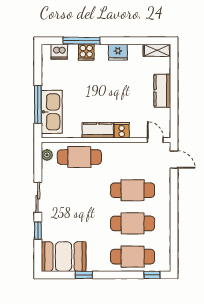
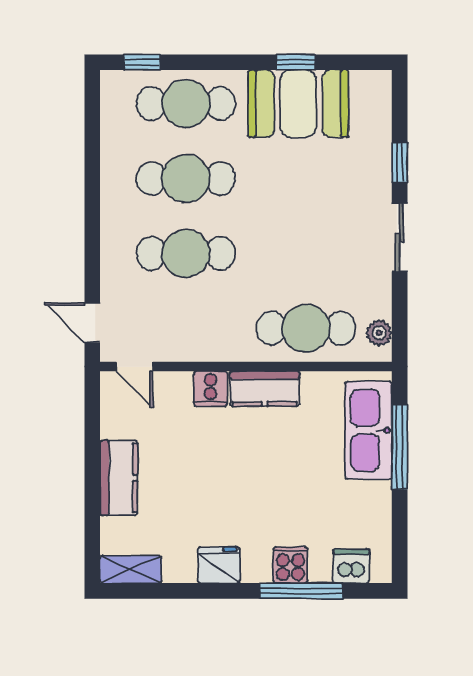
booth: (63, 257) -> (298, 104), moved

